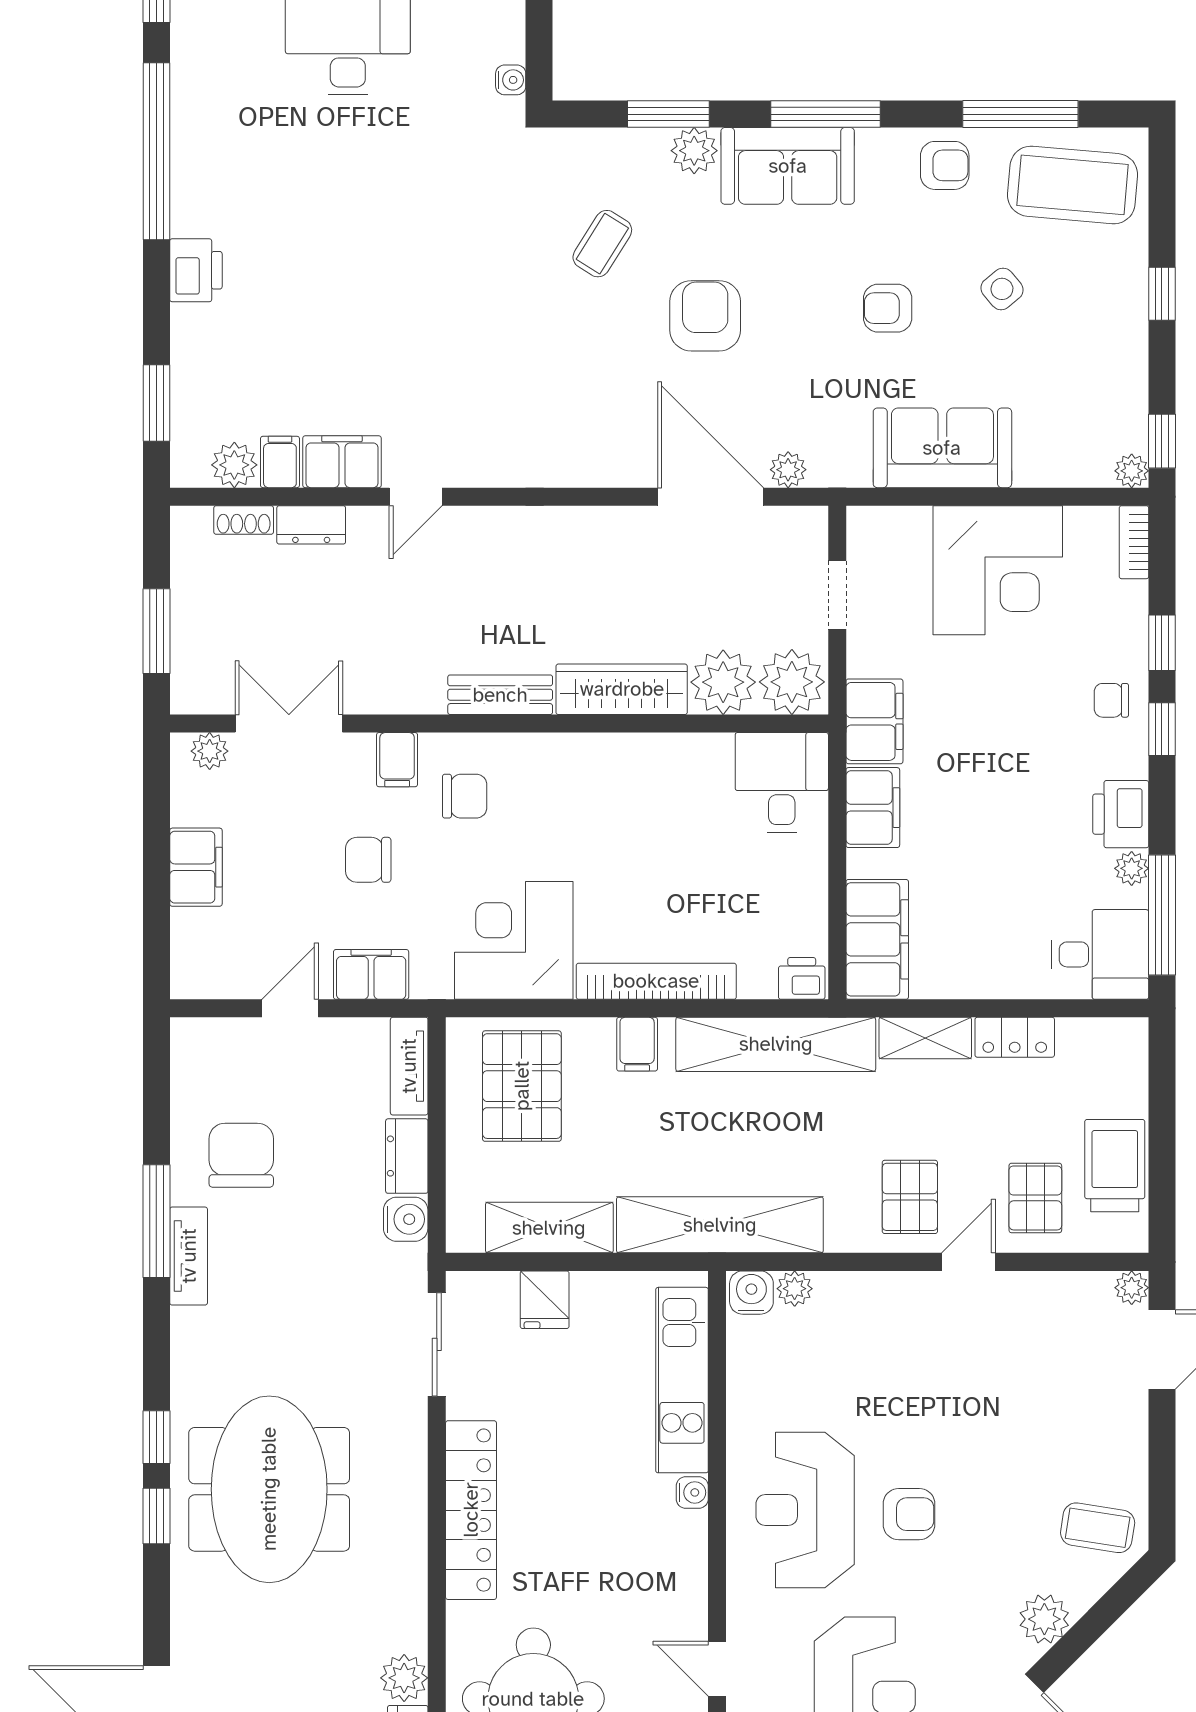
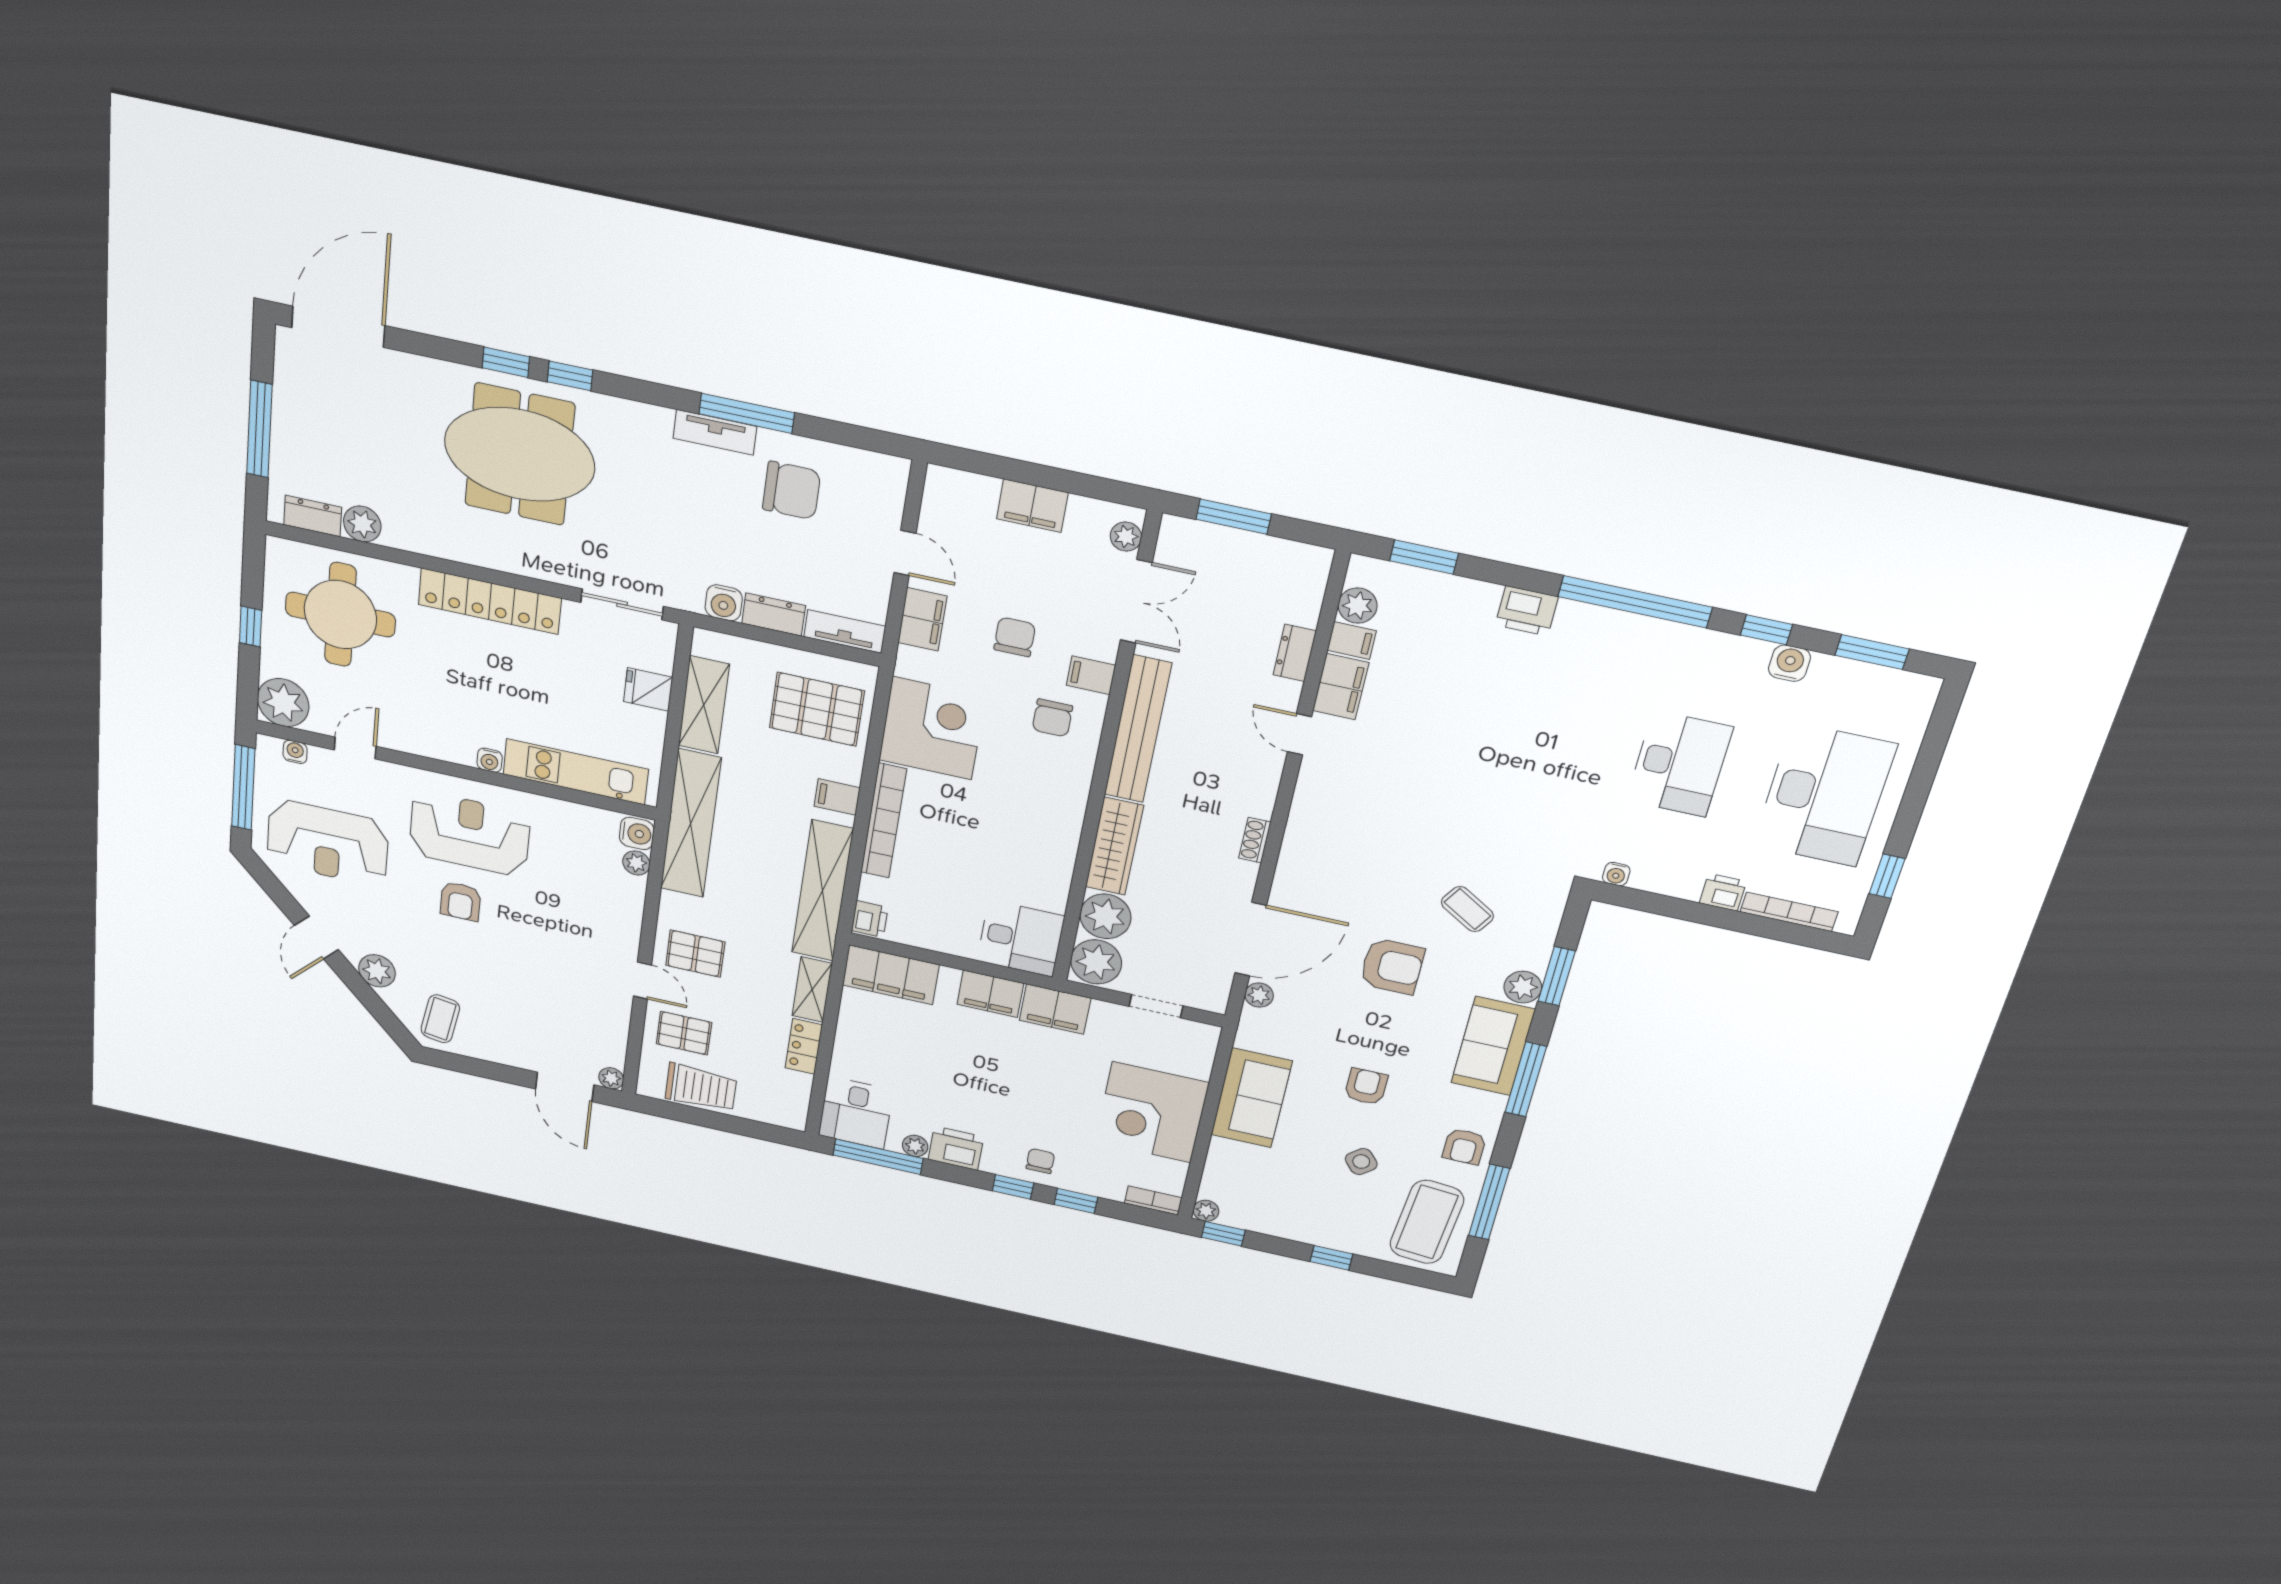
shoe rack: (244, 520) -> (1255, 840), moved
bench: (500, 695) -> (1138, 729), width x1.86, depth x1.21

